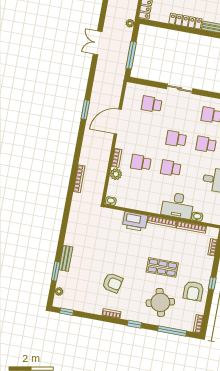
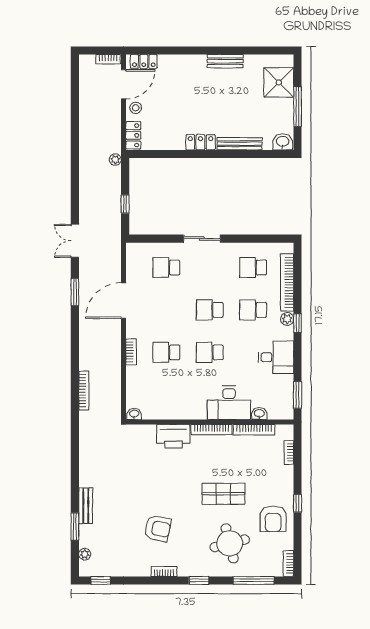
locker: (185, 21) -> (201, 142), width x0.66
double door: (98, 43) -> (75, 241), moved
window: (131, 55) -> (125, 204), width x0.46
plant: (116, 174) -> (134, 375), removed

